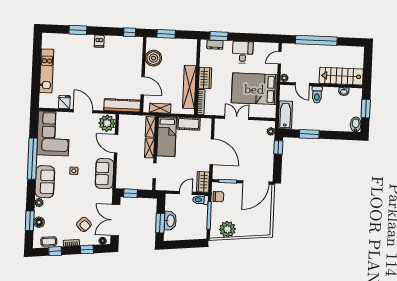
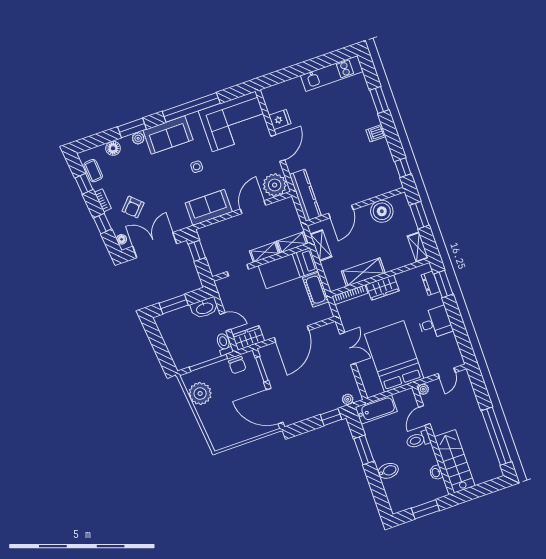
window: (316, 40) -> (496, 436), moved
shelving: (187, 43) -> (418, 247), added
door: (280, 58) -> (447, 373), swing flipped
kitchen unit: (47, 71) -> (332, 73), moved
shelving: (189, 87) -> (363, 272), width x0.68
bidet: (356, 124) -> (388, 471), moved
window: (30, 221) -> (132, 128), moved
washbasin: (170, 221) -> (205, 308), moved

